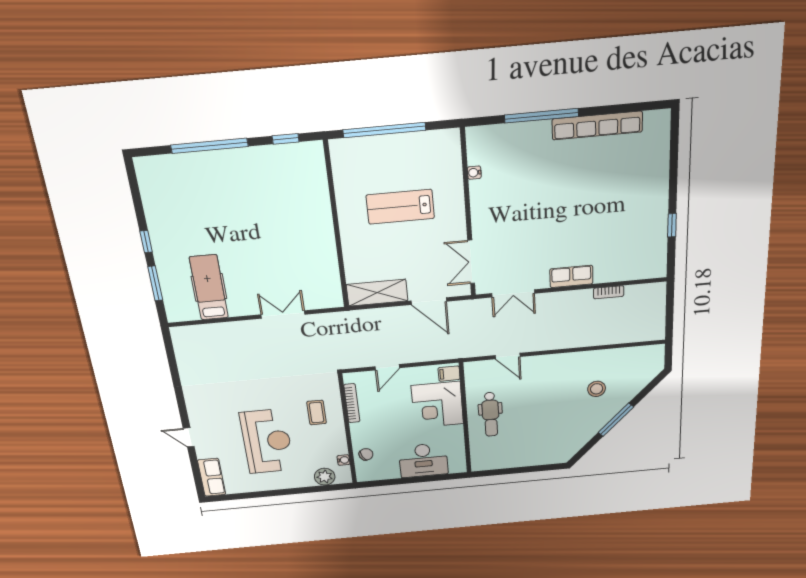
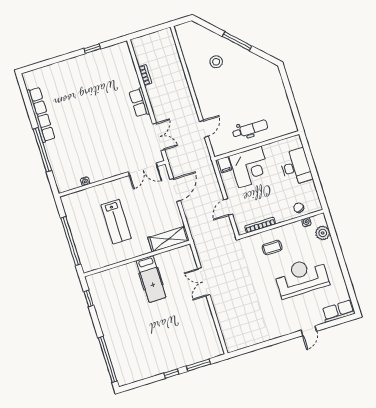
window: (209, 146) -> (108, 359), moved
hospital bed: (209, 287) -> (151, 279), moved, turned -90
shelving: (377, 293) -> (169, 239), moved, turned 90
door: (387, 367) -> (228, 207), swing flipped

